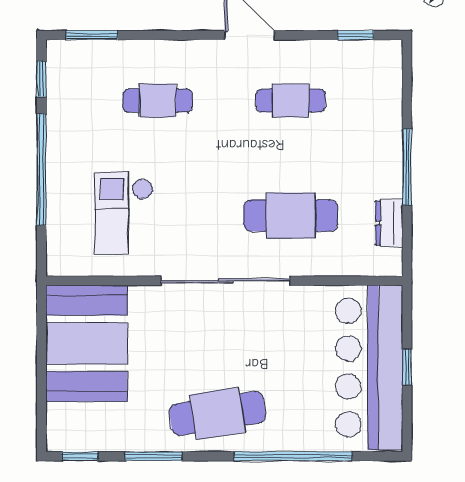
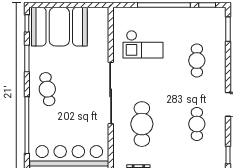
checkout: (124, 213) -> (143, 44), turned 180
booth: (87, 343) -> (59, 27), moved
cafe table: (218, 413) -> (47, 89), width x0.73, depth x0.74

